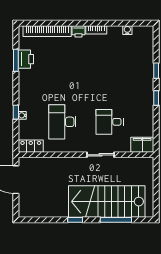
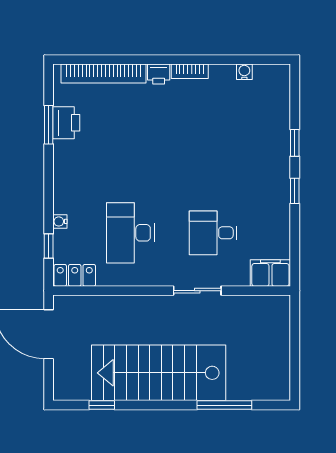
window: (16, 112) -> (49, 246), moved
stairs: (107, 202) -> (159, 373), moved
window: (75, 220) -> (102, 405), moved

